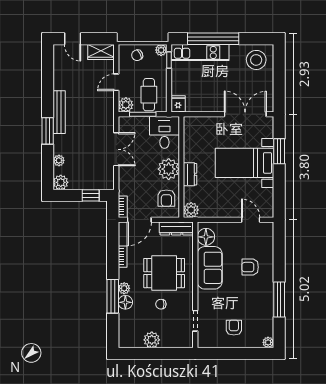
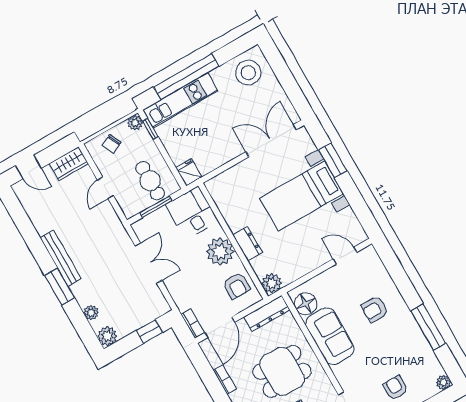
plant: (126, 105) -> (131, 207), removed

